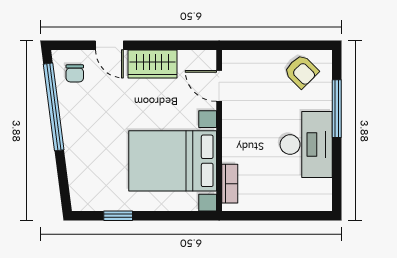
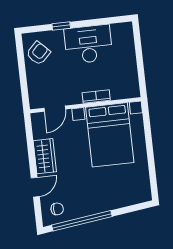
window: (337, 109) -> (61, 26), width x0.46
bookcase: (230, 184) -> (96, 97), moved
window: (118, 216) -> (152, 168), removed

